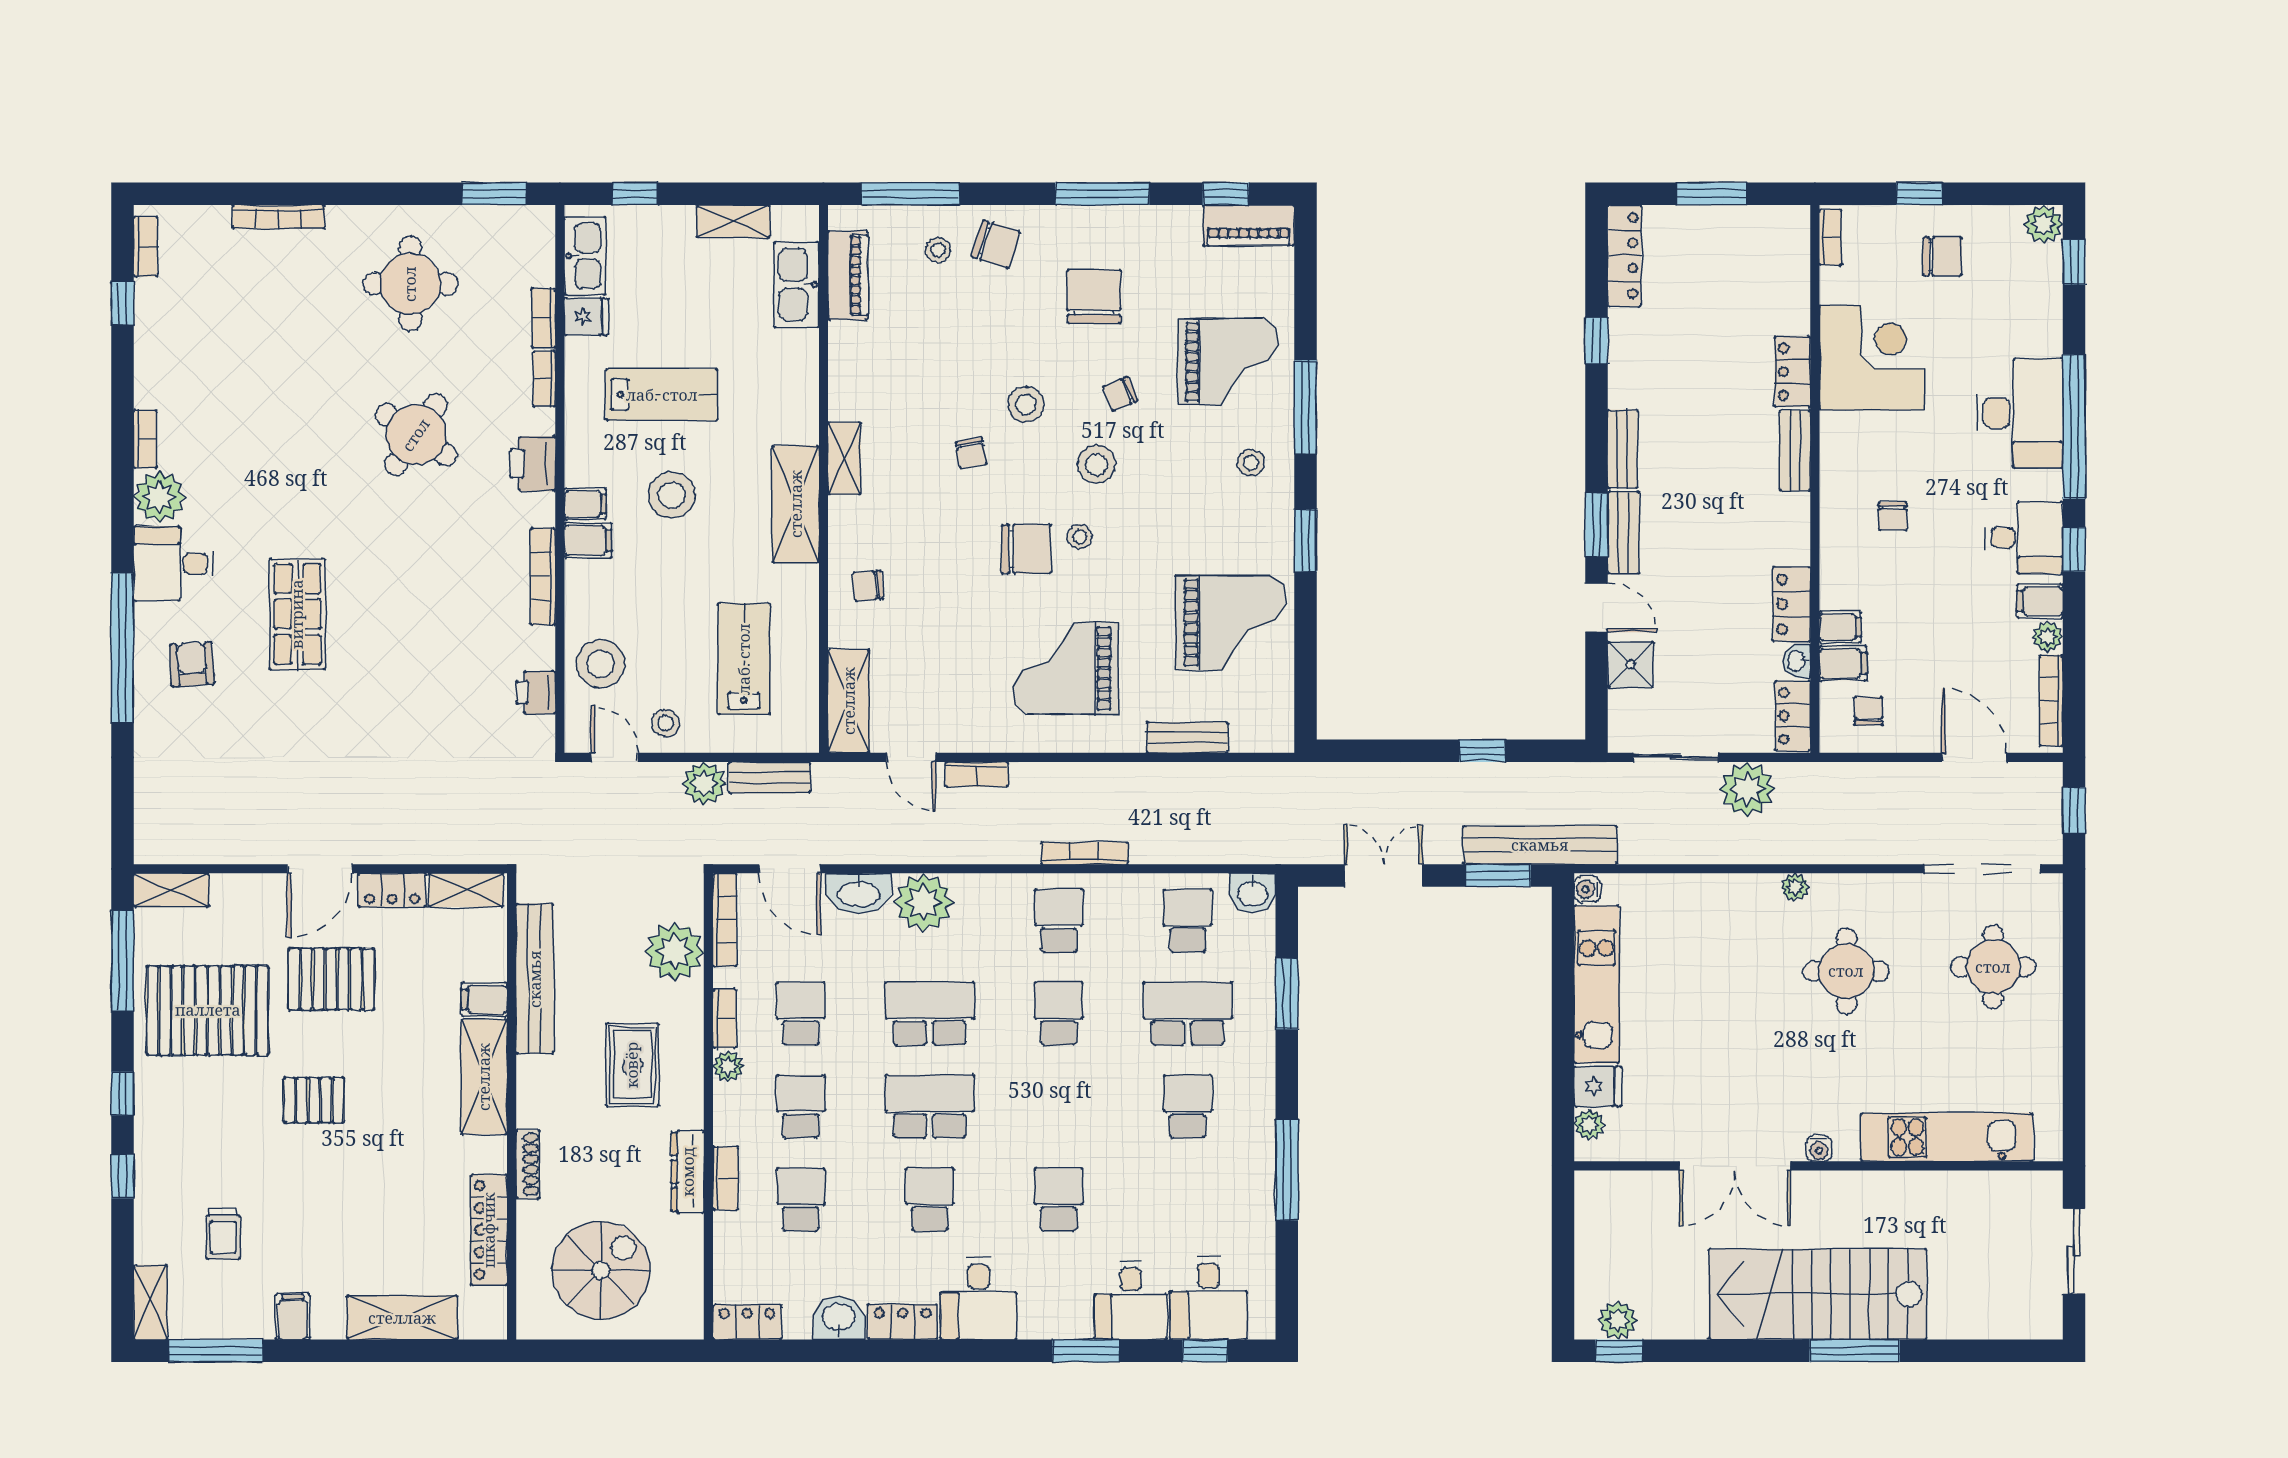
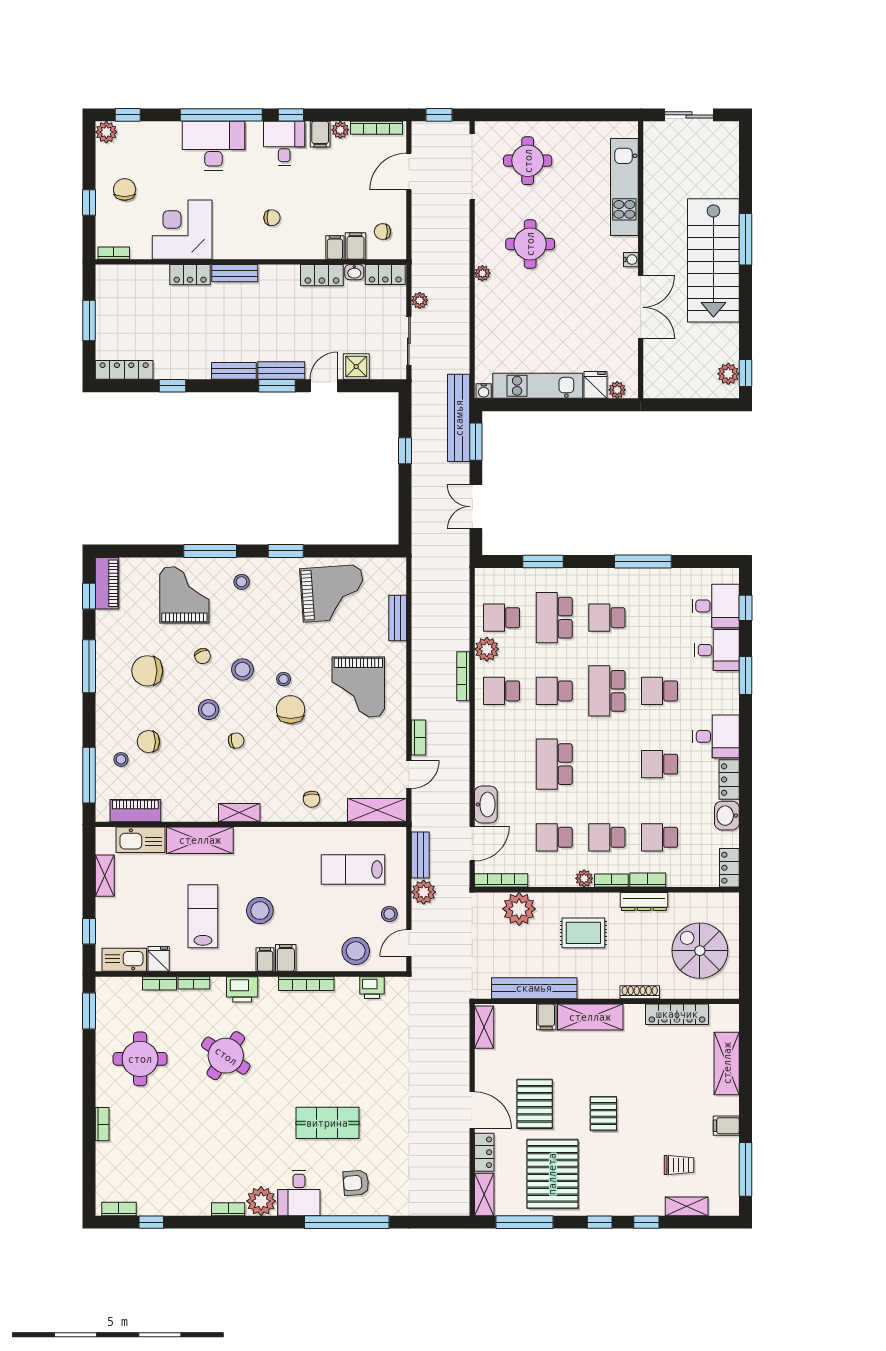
bookcase: (279, 217) -> (102, 1124), width x0.64
chair: (996, 244) -> (148, 742), moved, turned -108
shelving: (796, 504) -> (200, 840), moved
grand piano: (1231, 623) -> (332, 593), turned 86
plant: (1747, 789) -> (420, 300), width x0.53, depth x0.53
locker: (392, 890) -> (484, 1152), moved
washbasin: (1253, 893) -> (486, 581), removed
plant: (924, 903) -> (487, 649), moved, width x0.73, depth x0.73
bookcase: (725, 1019) -> (611, 881), moved
school desk: (930, 1106) -> (607, 691), moved
shelving: (150, 1302) -> (687, 1206), moved

